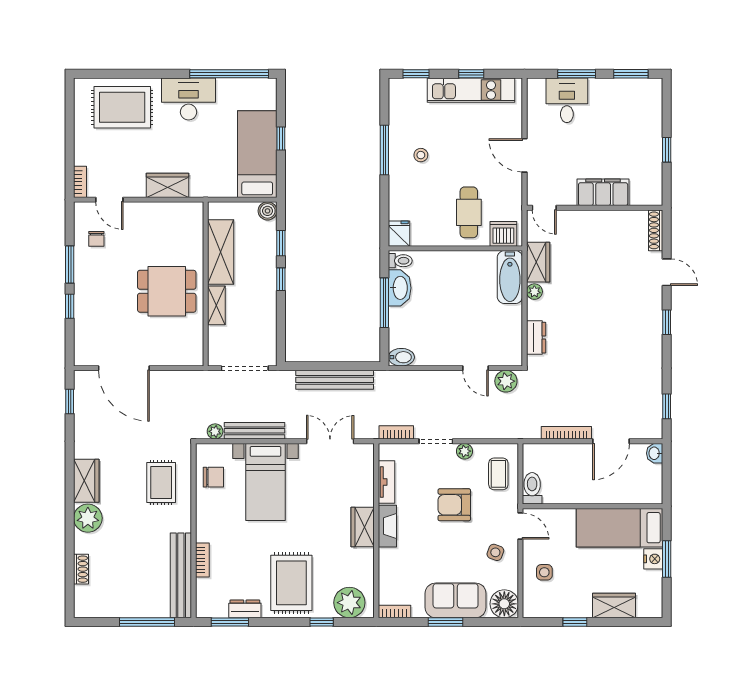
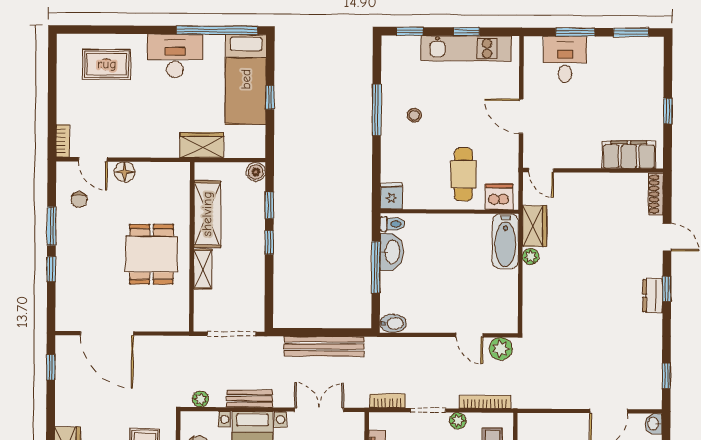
rug: (122, 107) -> (107, 64), width x0.73, depth x0.70
bed: (257, 154) -> (246, 79), moved, turned 180
wardrobe: (168, 185) -> (202, 145), moved
filing cabinet: (603, 192) -> (629, 155), moved
floor lamp: (140, 211) -> (125, 172), added
dining table: (167, 291) -> (151, 254), turned 90
dresser: (536, 338) -> (653, 296), moved, turned 180
bench: (255, 431) -> (250, 399), width x0.73
bookcase: (566, 433) -> (485, 402), moved

